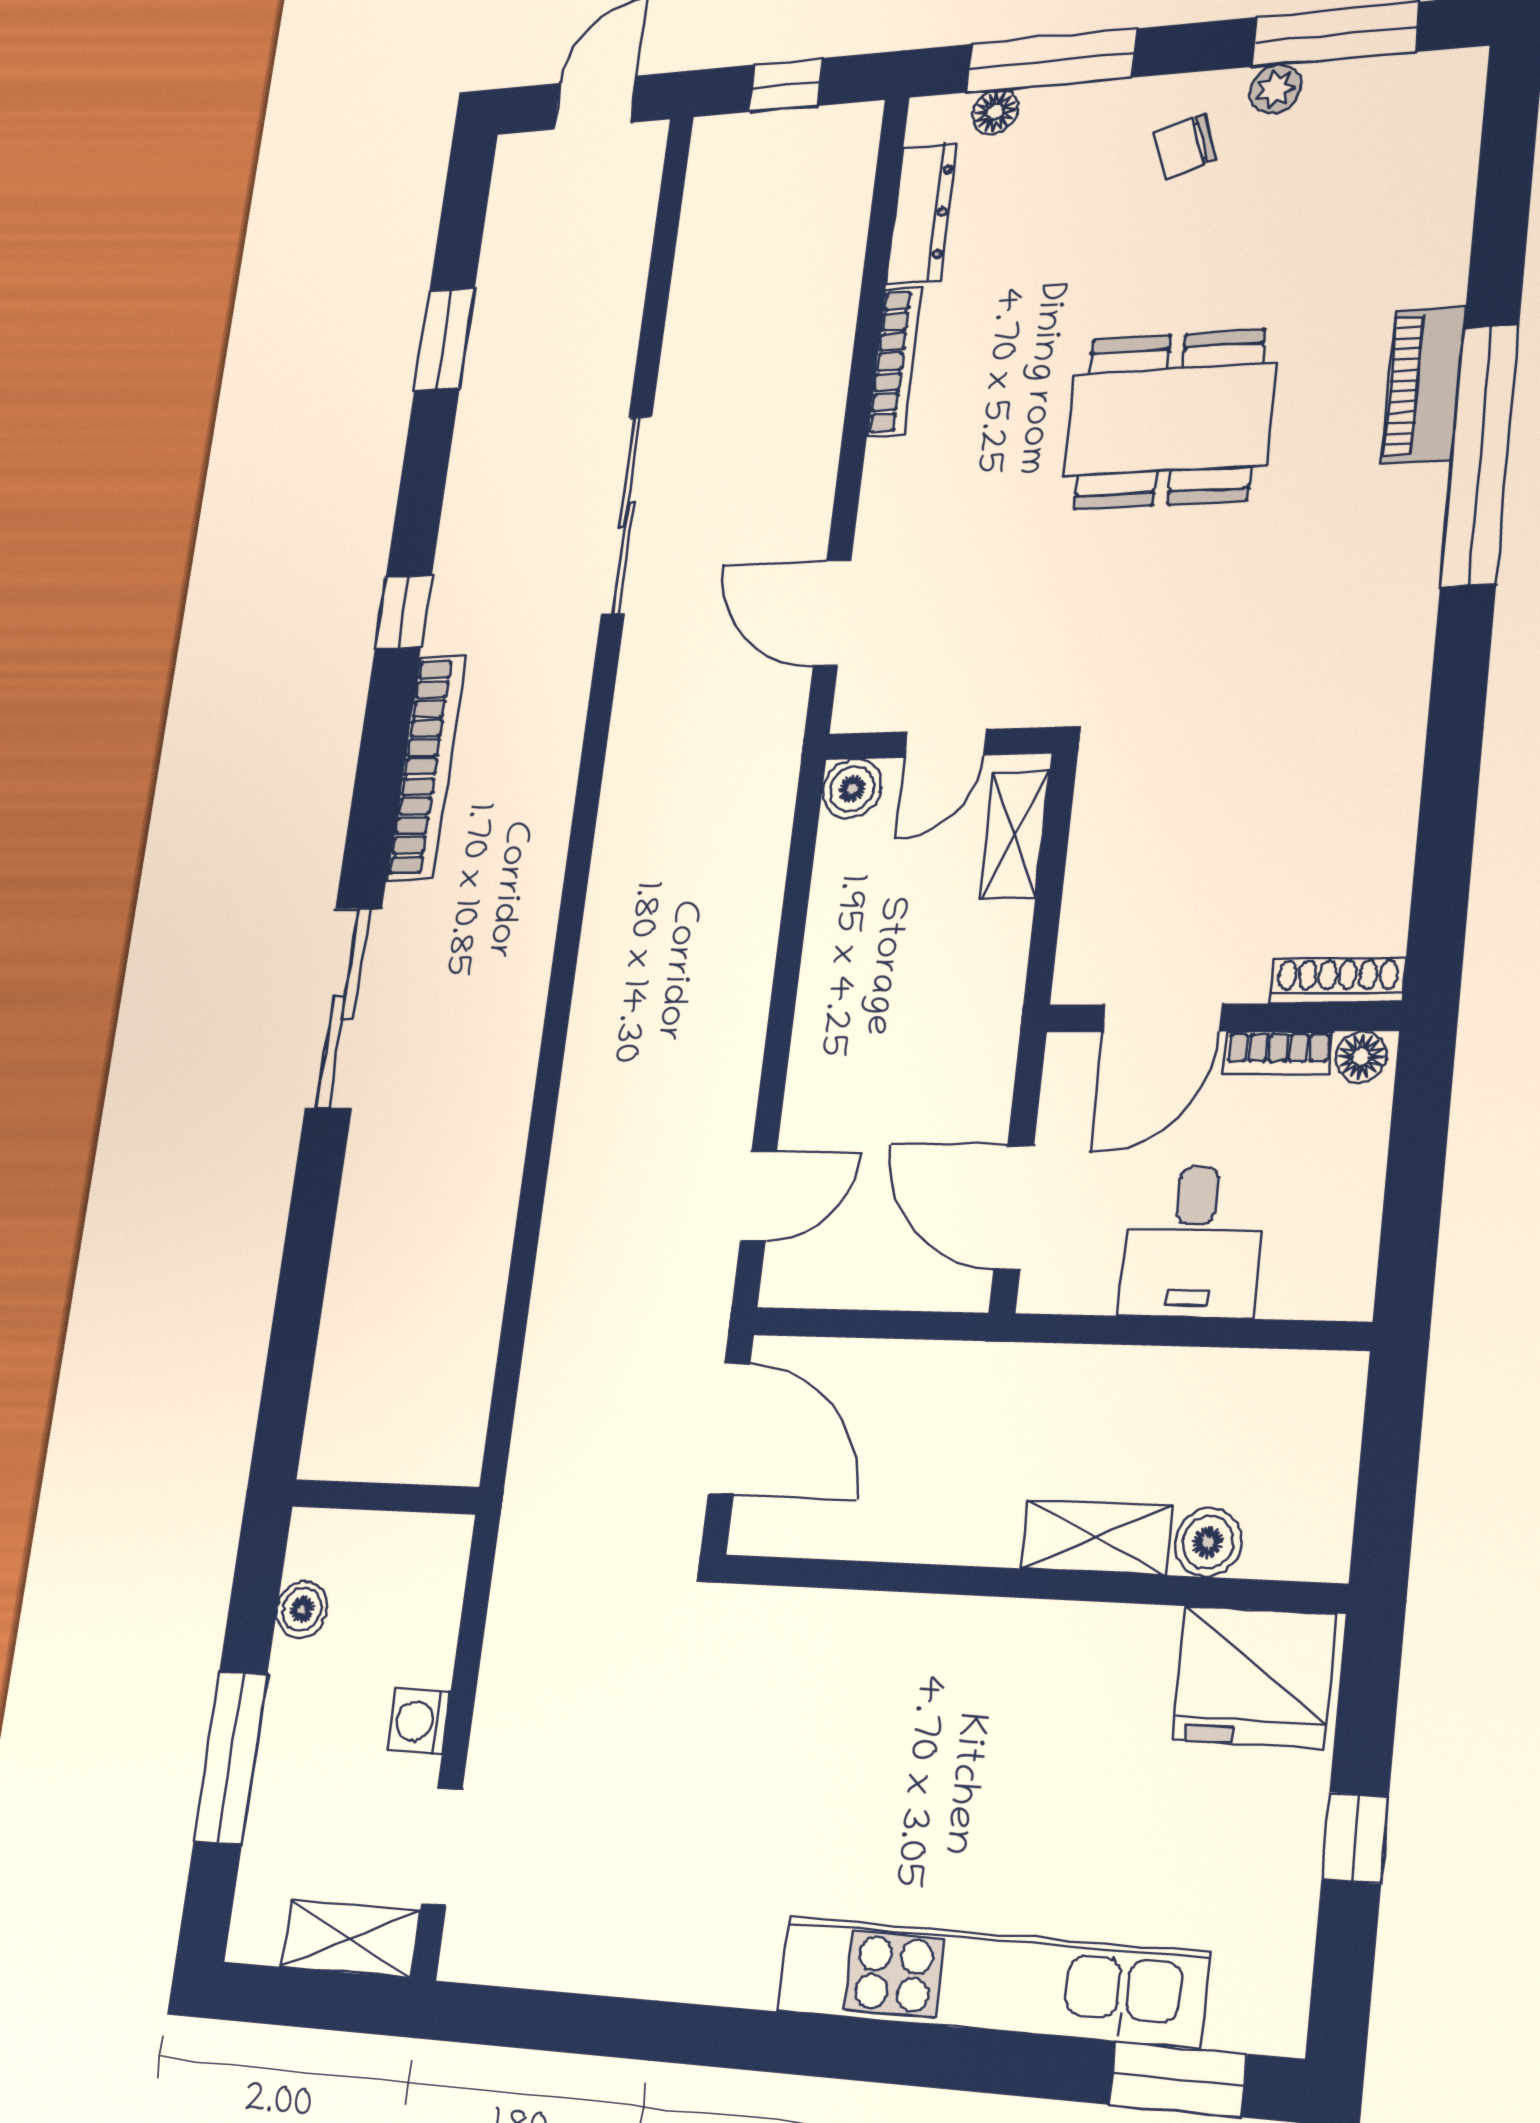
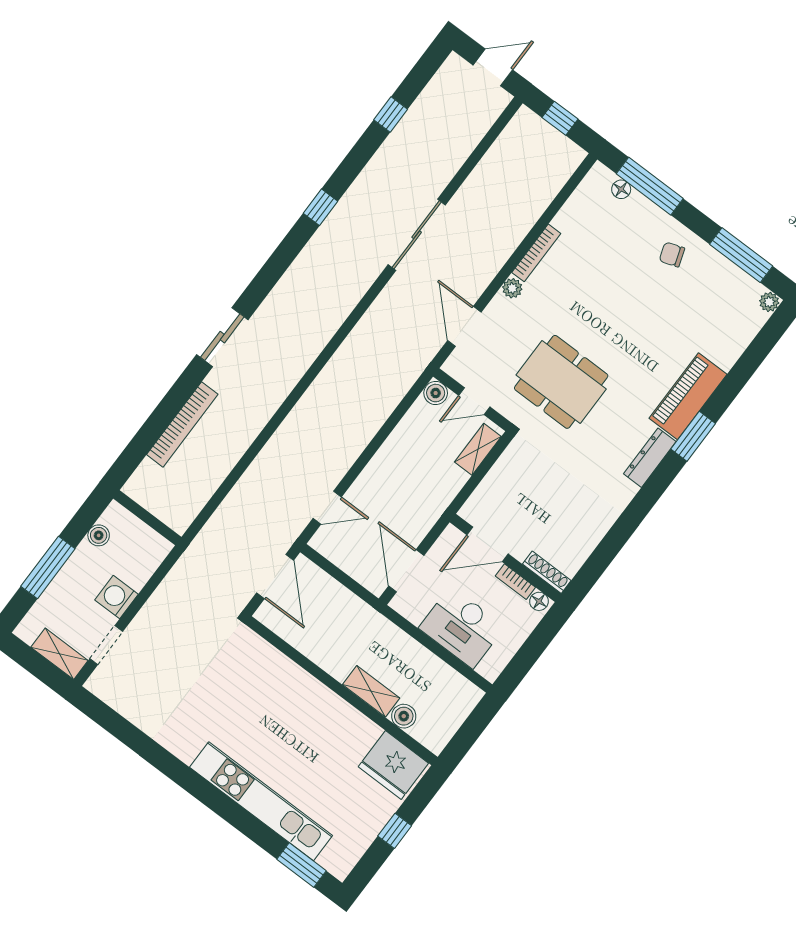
plant: (1275, 89) -> (769, 302), moved
dresser: (921, 213) -> (650, 458), moved, turned 180
window: (444, 339) -> (391, 115), width x0.67
piano: (1423, 384) -> (688, 396), width x1.37, depth x1.33
dining table: (1169, 420) -> (561, 382), moved
window: (1480, 455) -> (693, 436), width x0.47
plant: (887, 465) -> (512, 288), added
bookcase: (426, 767) -> (182, 424), moved
sliding door: (344, 1008) -> (222, 337), width x0.73
desk: (1193, 1242) -> (462, 627), width x1.37
washing machine: (419, 1721) -> (116, 597), width x1.38, depth x1.38

